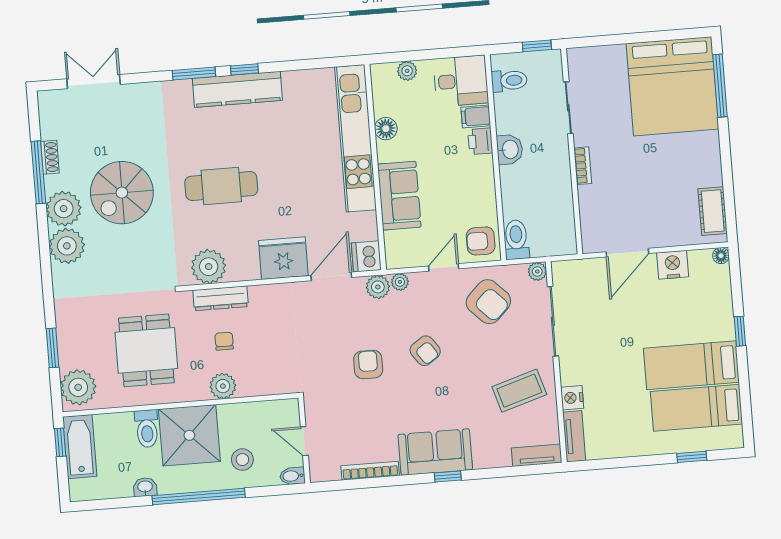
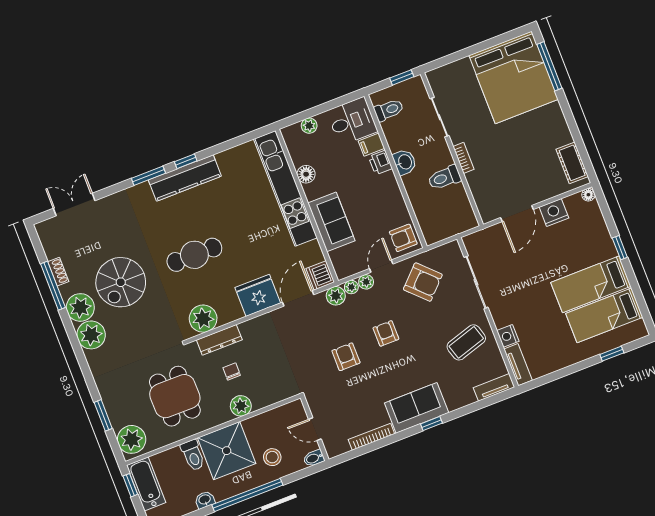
toilet: (516, 240) -> (444, 178), moved, turned -90
plant: (537, 271) -> (366, 282), moved
armchair: (425, 351) -> (386, 333), turned -145

